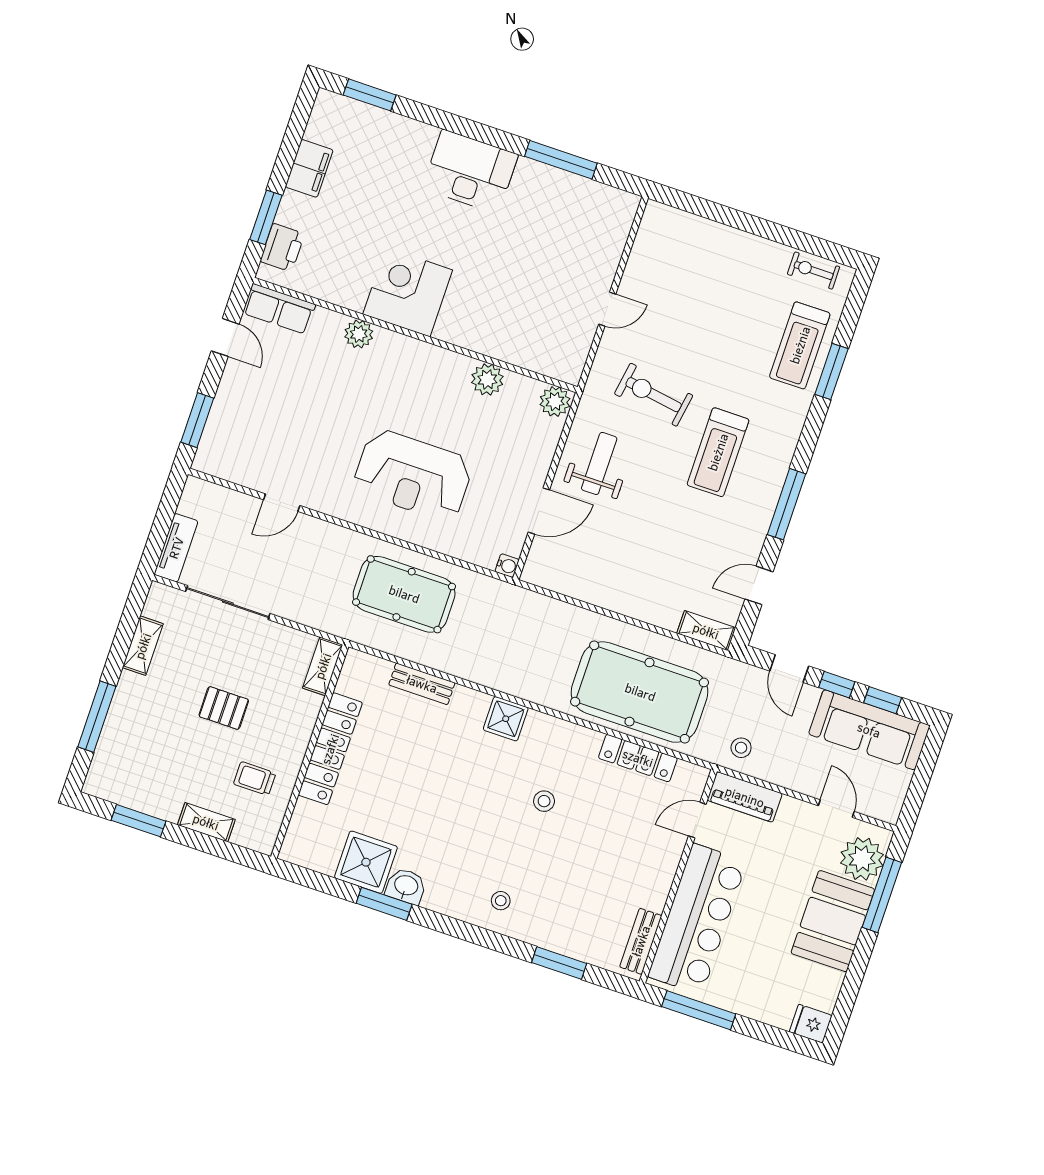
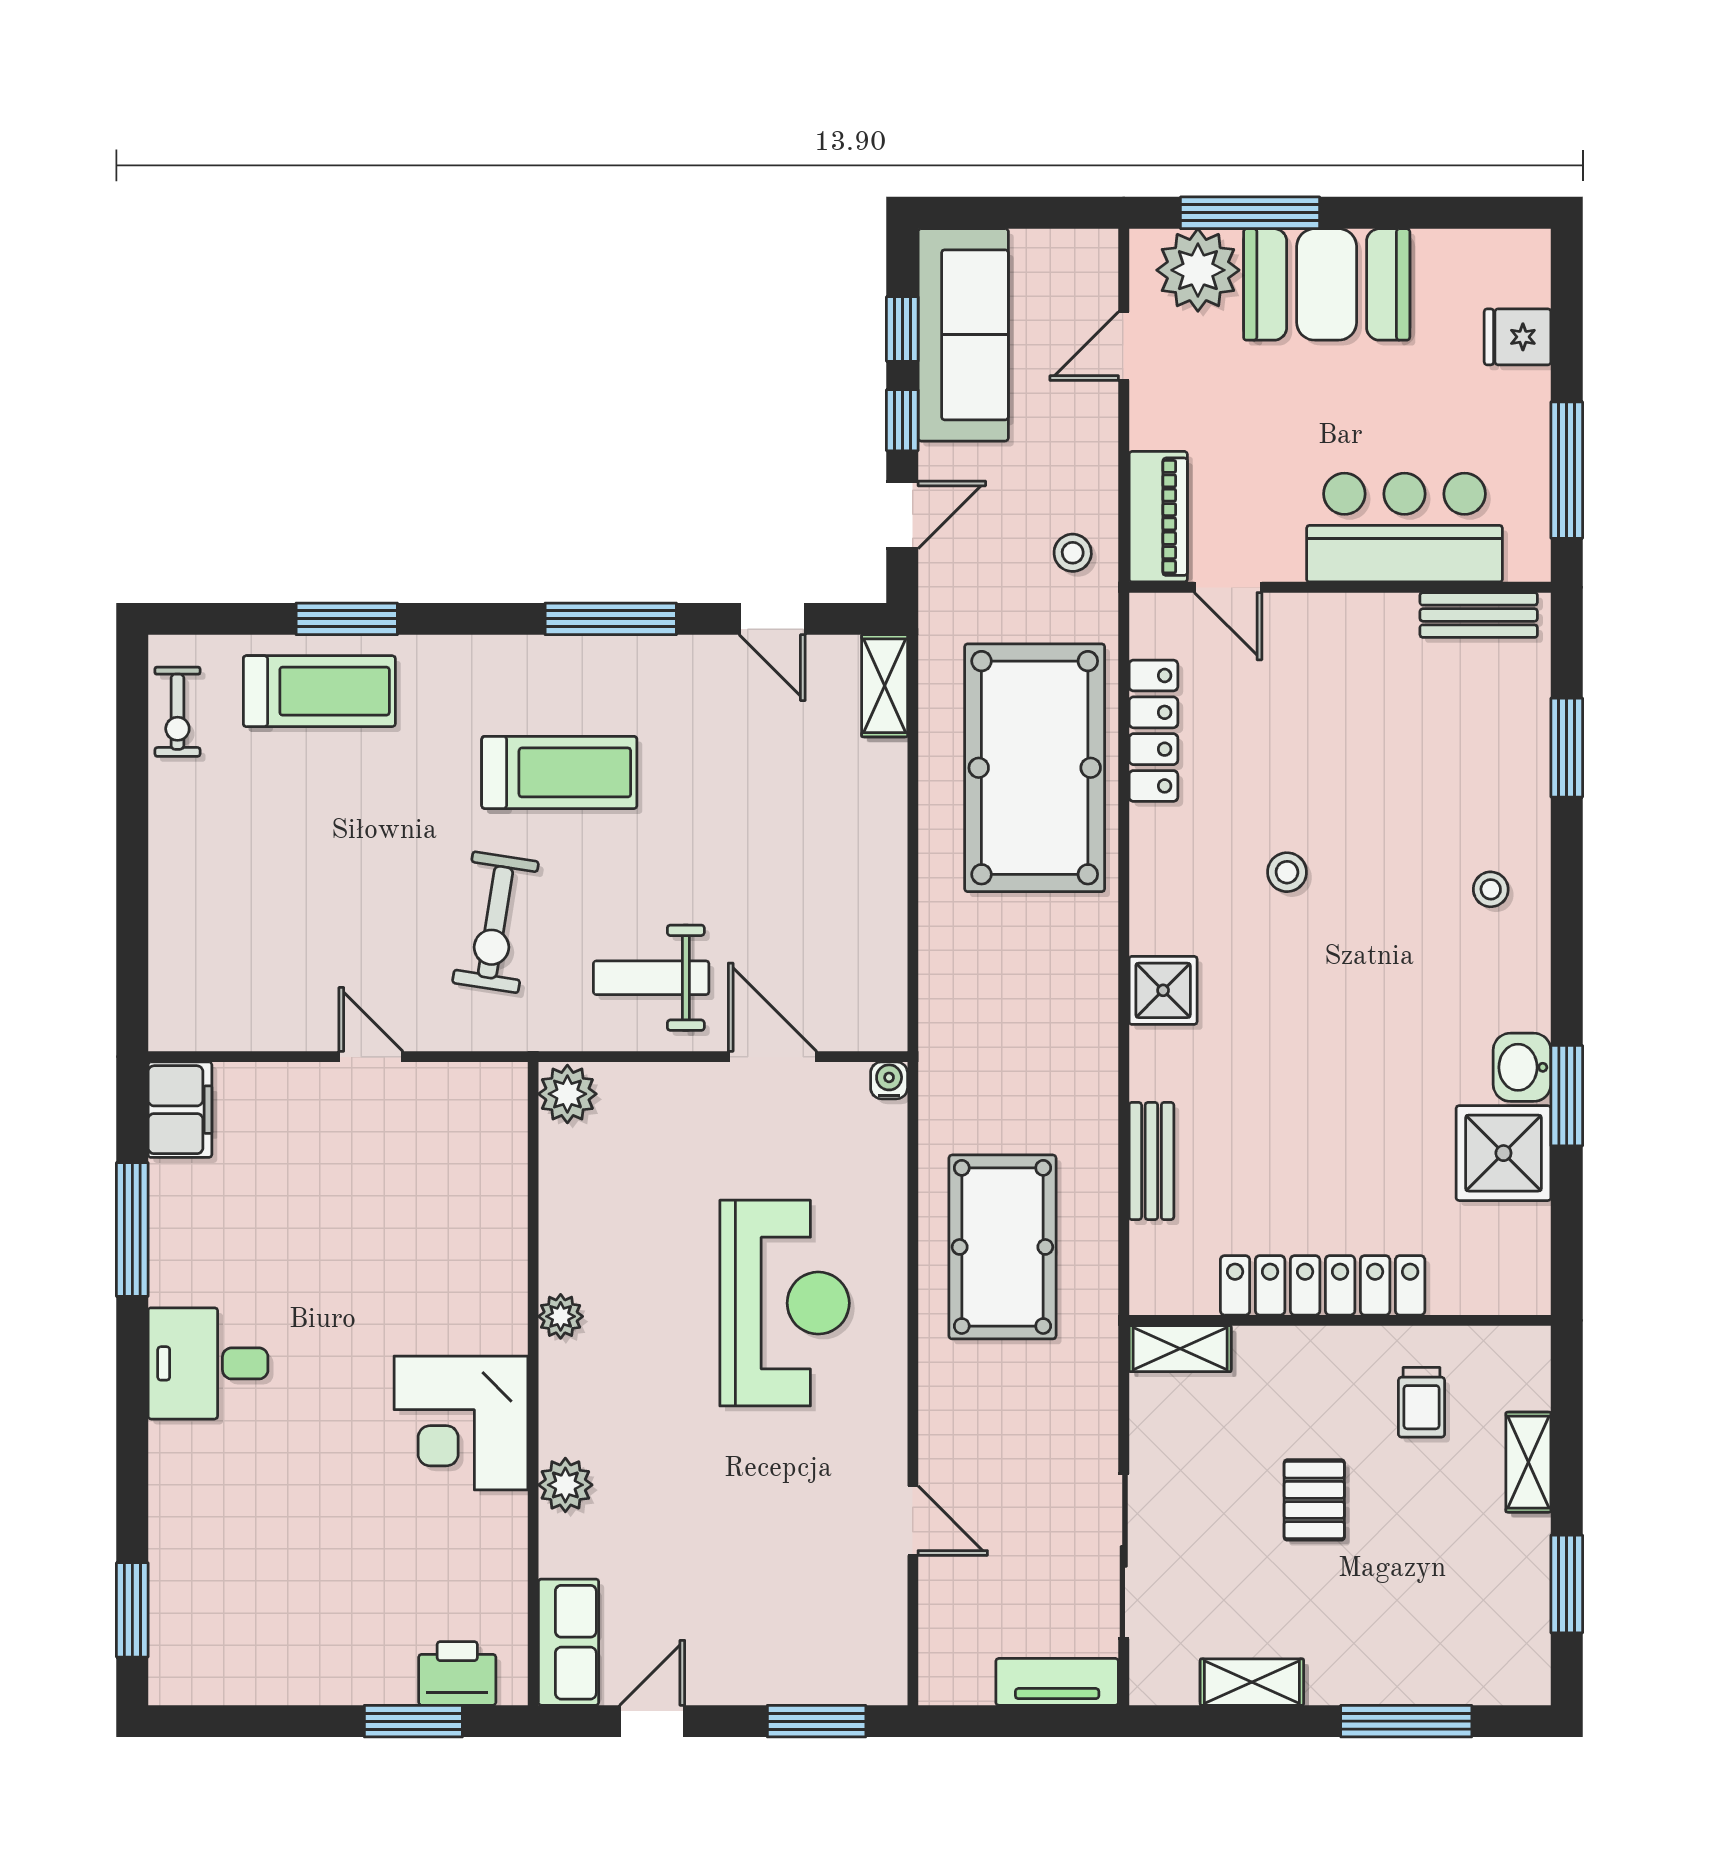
filing cabinet: (309, 168) -> (180, 1110), moved, turned 90
desk: (470, 171) -> (208, 1363), width x0.73
plant: (487, 380) -> (561, 1316), moved, width x0.73, depth x0.73
bar counter: (697, 919) -> (1405, 528), width x0.73
fridge: (811, 1024) -> (1518, 337), moved, turned 90

